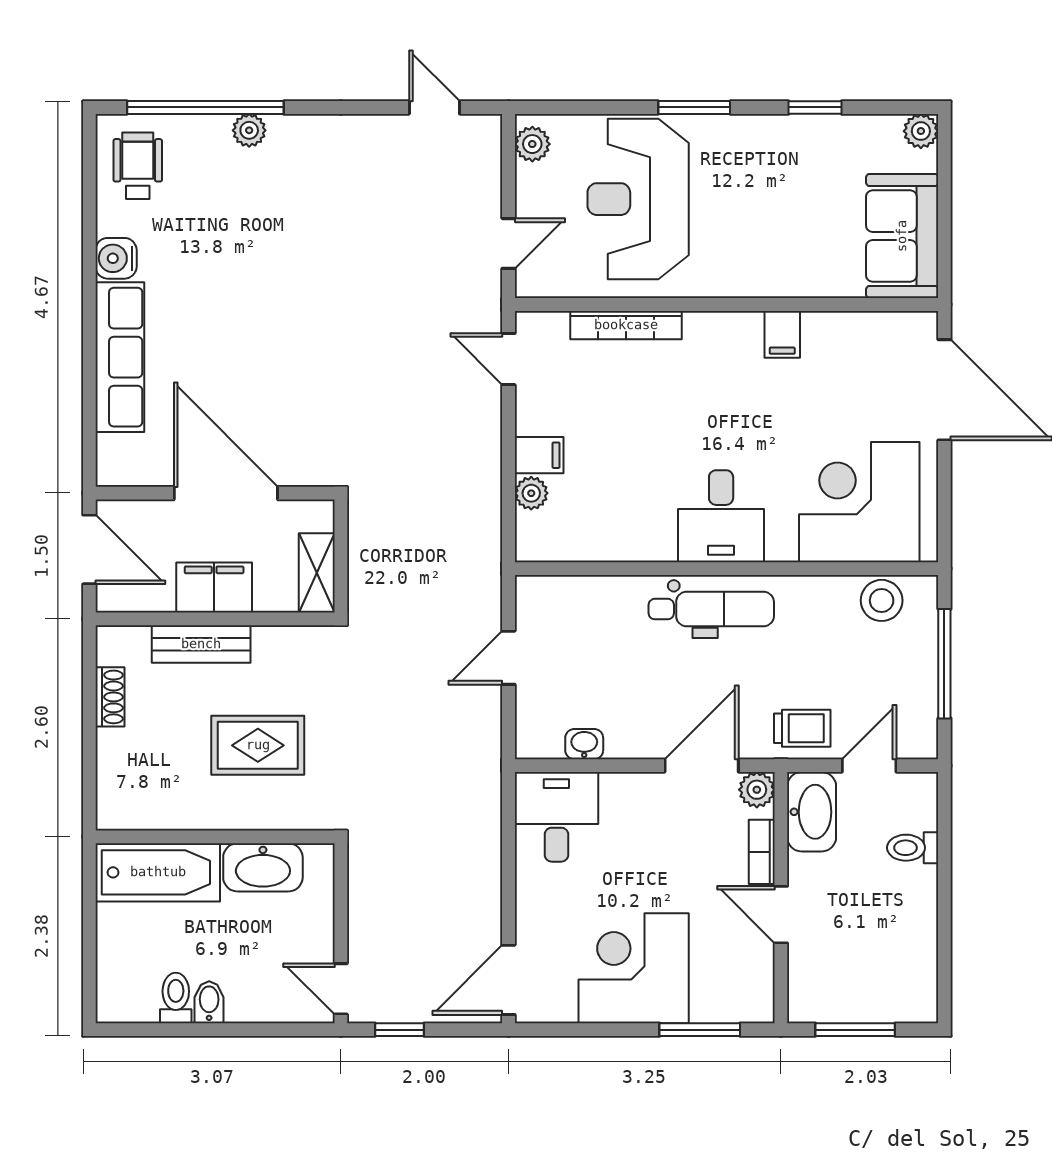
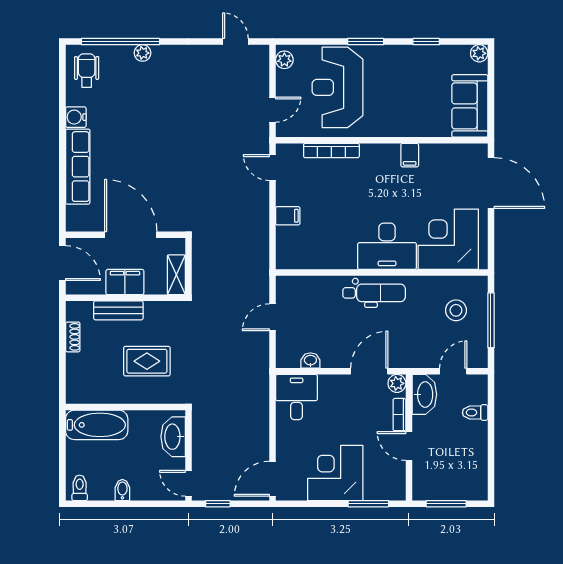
plant: (531, 493) -> (284, 235), removed
desk: (721, 516) -> (387, 246), width x1.37
stool: (882, 600) -> (456, 310), moved
trolley: (802, 728) -> (420, 353), removed
washbasin: (263, 867) -> (173, 437), moved, turned 90
toilet: (176, 998) -> (80, 488), moved

